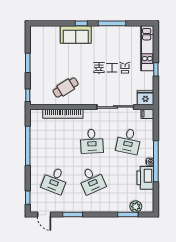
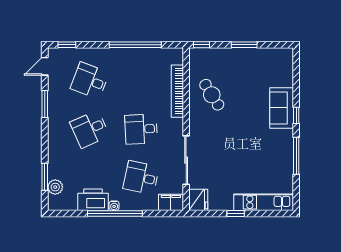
filing cabinet: (147, 114) -> (171, 202), width x2.00

